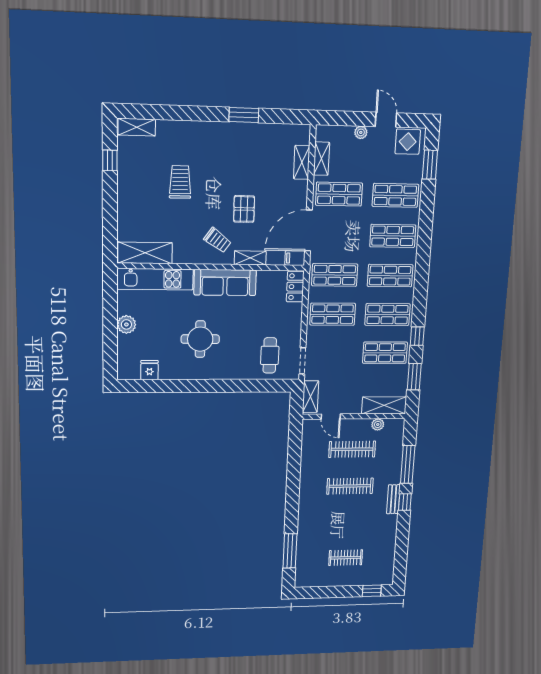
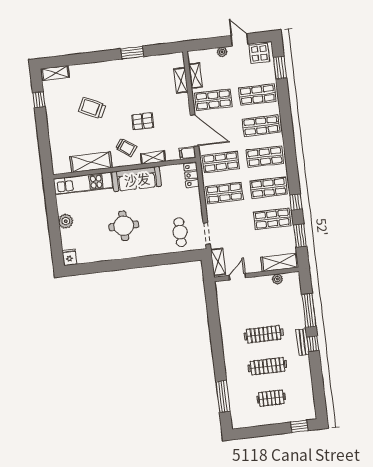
trolley: (180, 182) -> (92, 108), turned -64
pallet: (244, 209) -> (143, 121), turned 90
door: (308, 230) -> (194, 131), swing flipped
shelving: (145, 253) -> (91, 162), moved
fridge: (149, 370) -> (69, 257), moved
door: (331, 417) -> (237, 277), swing flipped
clothes rail: (352, 449) -> (267, 366), moved

